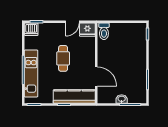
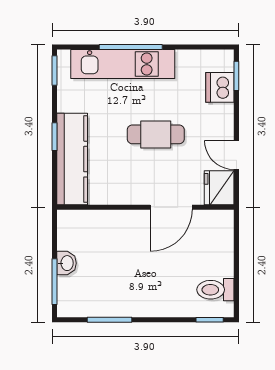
dishwasher: (31, 29) -> (220, 87), moved
toilet: (104, 31) -> (215, 290), moved
door: (96, 76) -> (171, 207), moved

